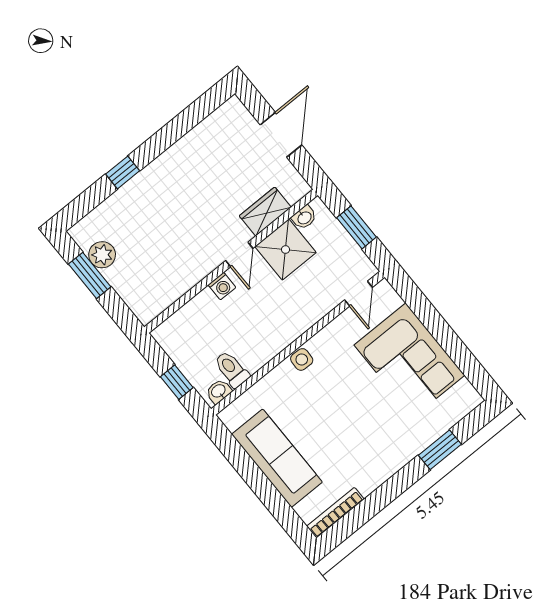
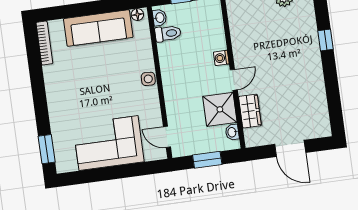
door: (239, 255) -> (234, 80), swing flipped
floor lamp: (231, 421) -> (137, 15), added
window: (440, 450) -> (47, 149), moved

